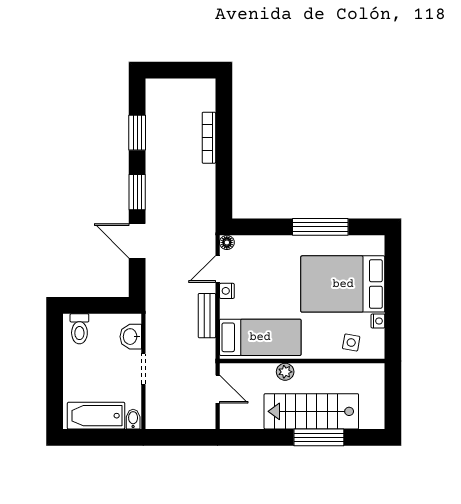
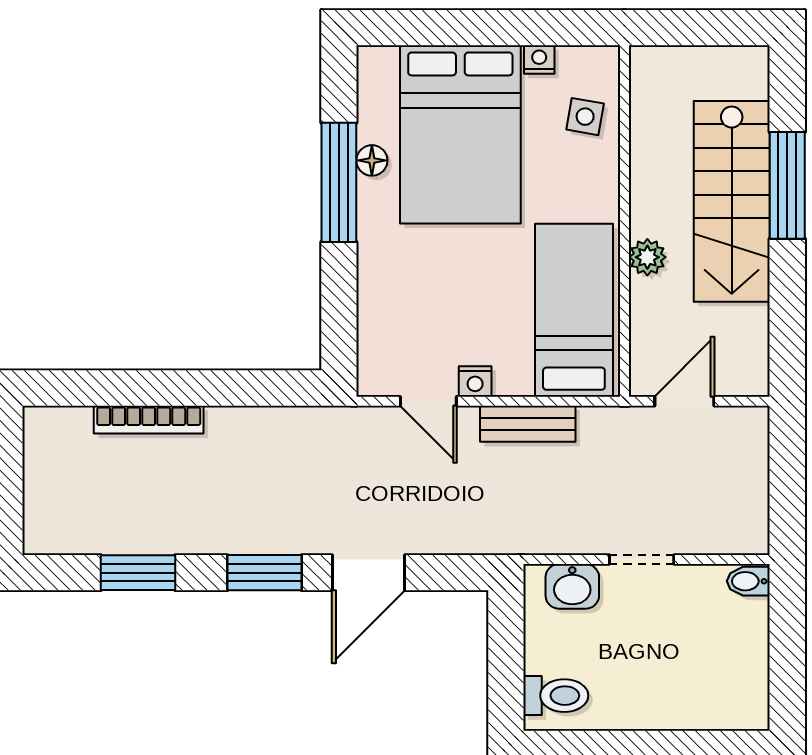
floor lamp: (227, 242) -> (372, 160), moved
bathtub: (96, 416) -> (741, 660), removed

